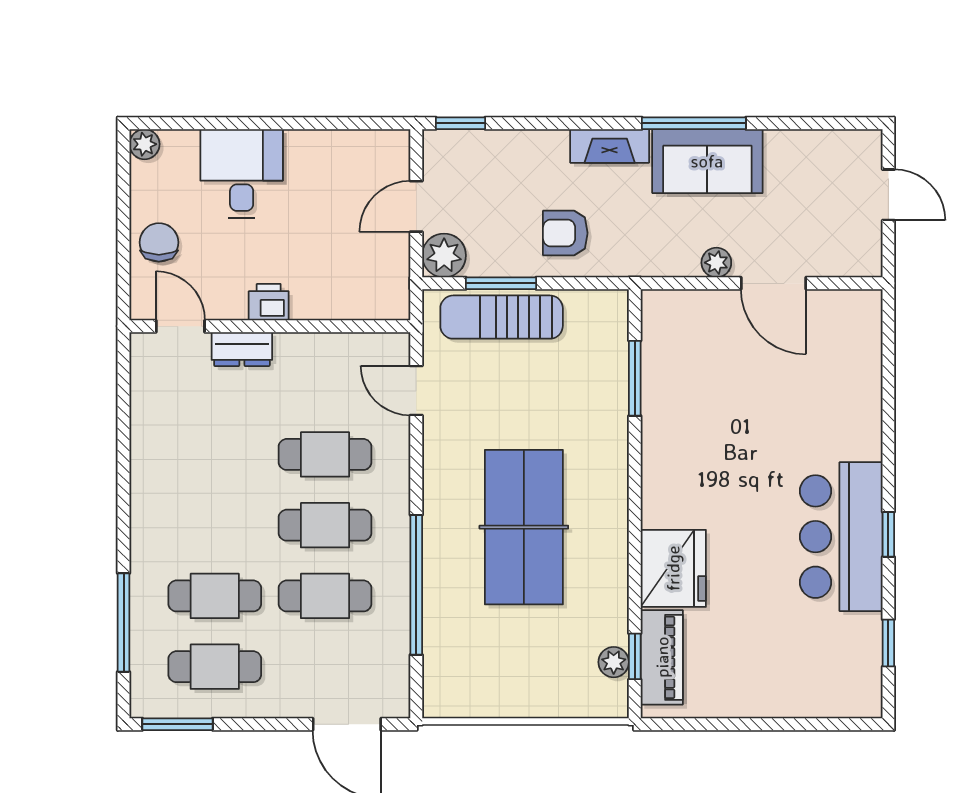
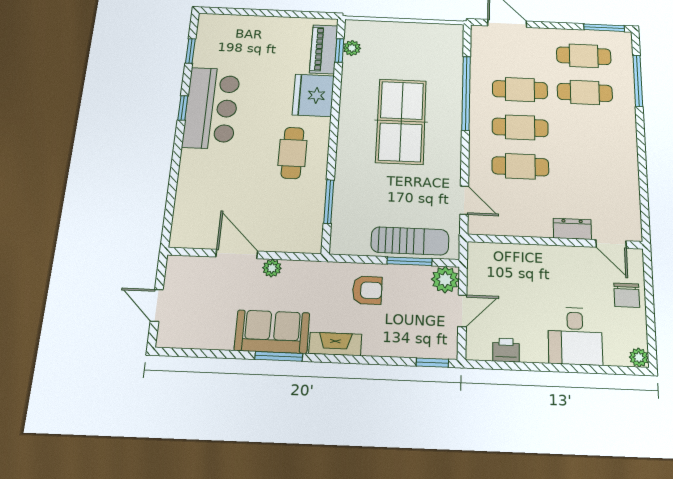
window: (694, 123) -> (279, 356), width x0.69
printer: (269, 302) -> (506, 350), moved, turned 180
cafe table: (700, 461) -> (292, 153), added

